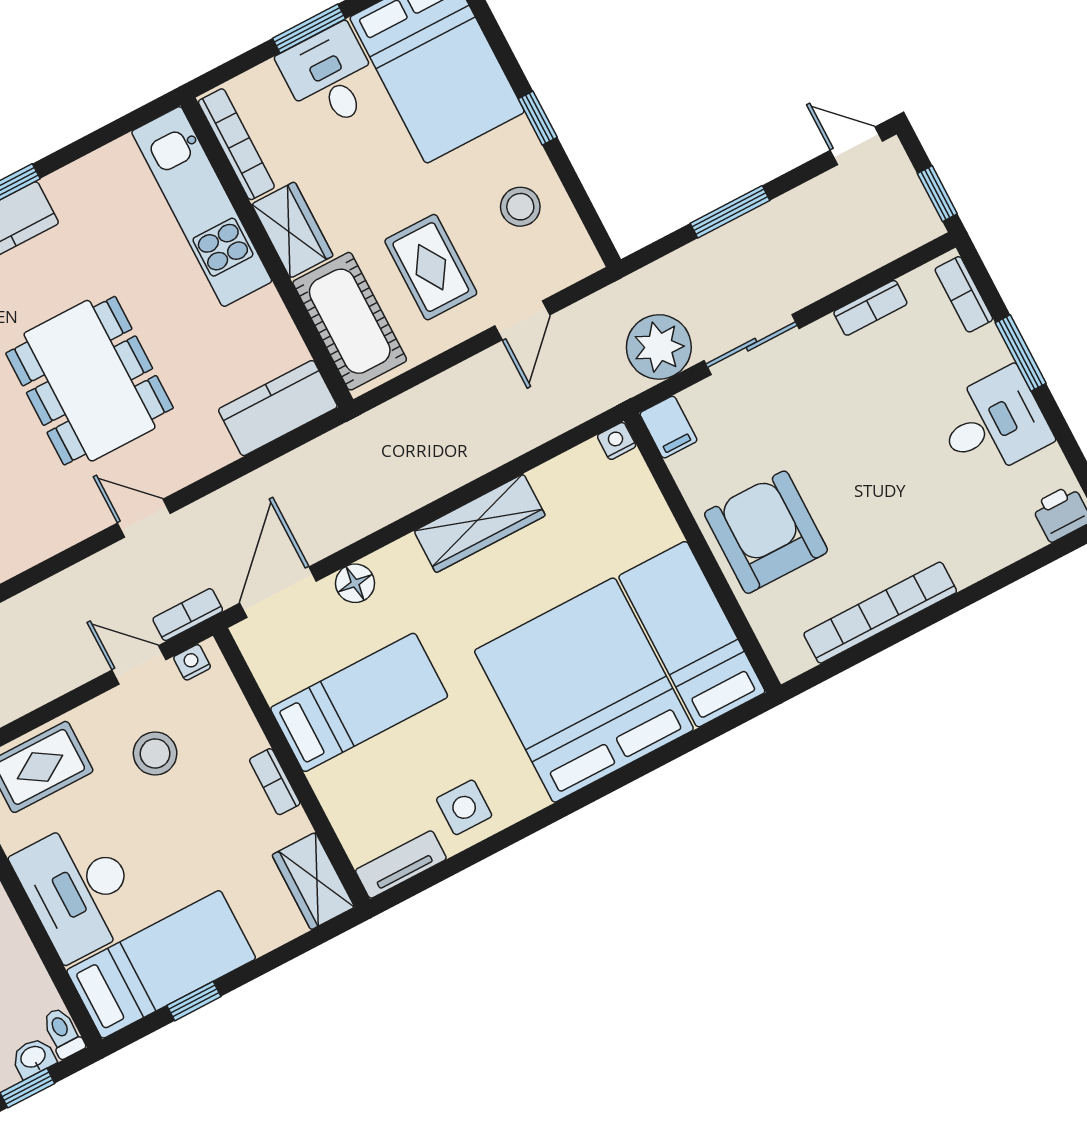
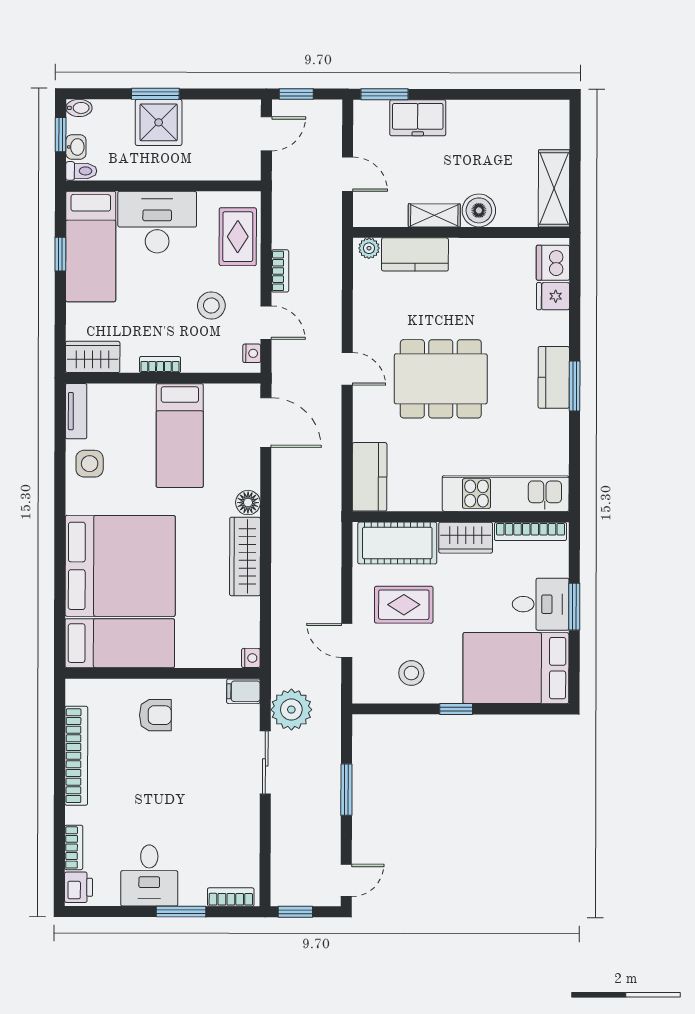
bookcase: (870, 308) -> (74, 847), moved, turned 180
door: (144, 518) -> (347, 369), hinge flipped
armchair: (766, 532) -> (155, 715), width x0.53, depth x0.53
floor lamp: (355, 583) -> (248, 503), moved
bookcase: (188, 615) -> (280, 271), moved
door: (139, 665) -> (266, 323), hinge flipped

